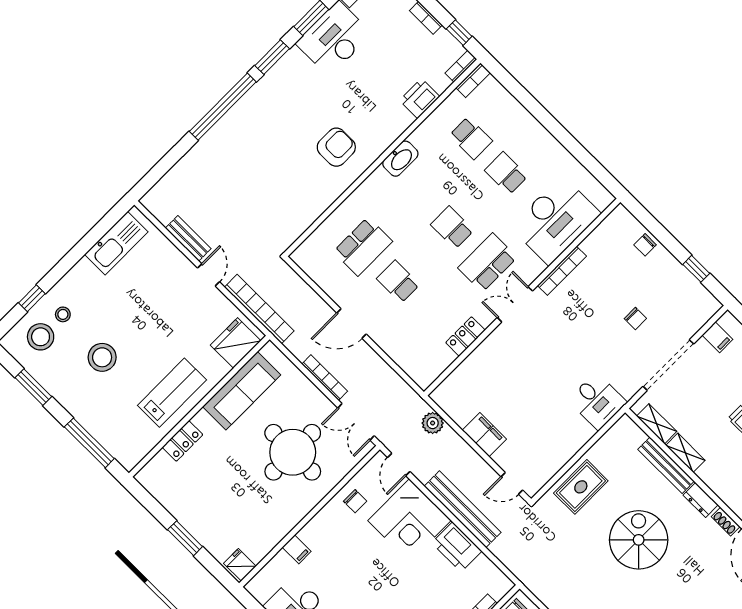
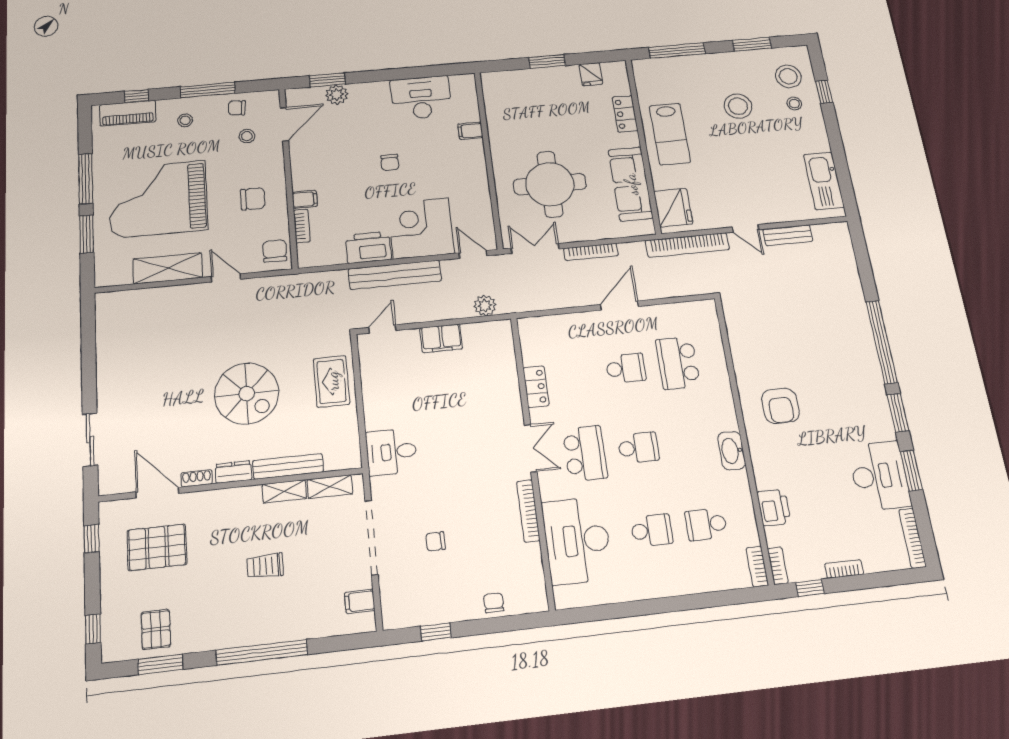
chair: (355, 501) -> (390, 162), moved, turned -90
fridge: (240, 565) -> (591, 74), moved, turned 90

